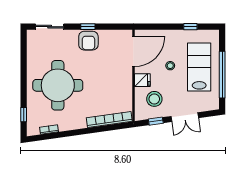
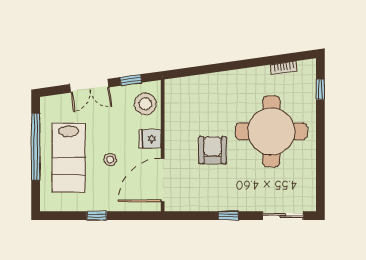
window: (190, 27) -> (97, 216), moved
armchair: (88, 41) -> (213, 150), moved
stool: (154, 99) -> (145, 104), moved
double door: (185, 117) -> (89, 86), swing flipped
bookcase: (109, 120) -> (198, 82), removed

